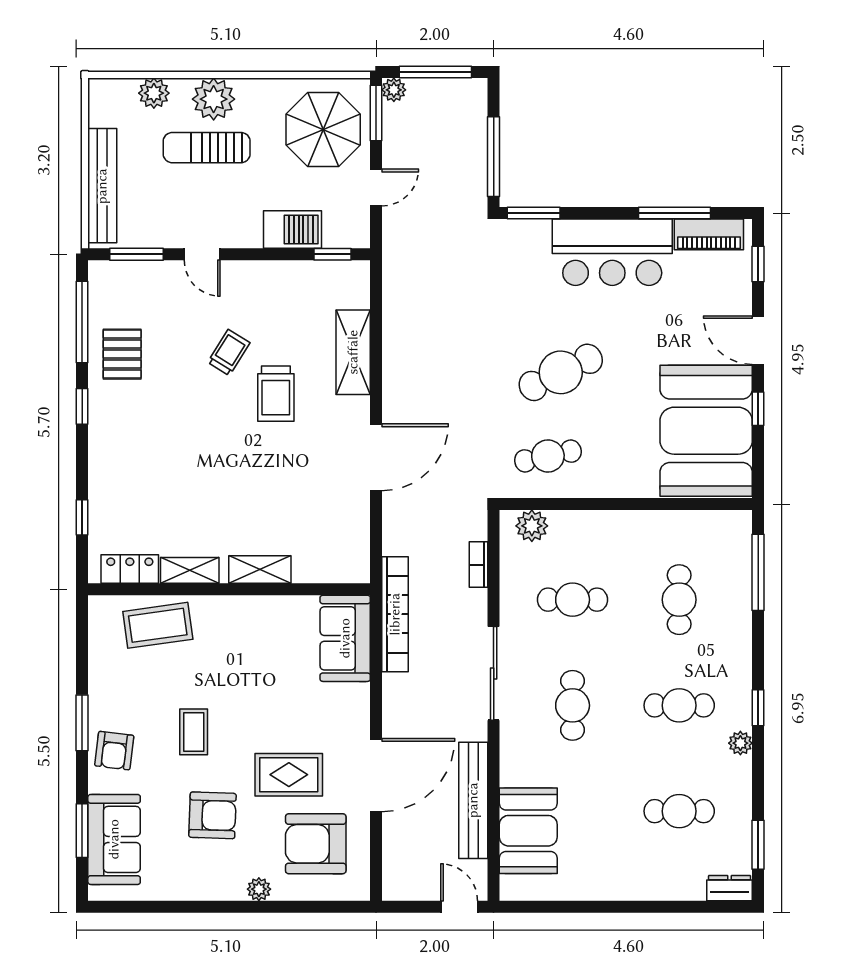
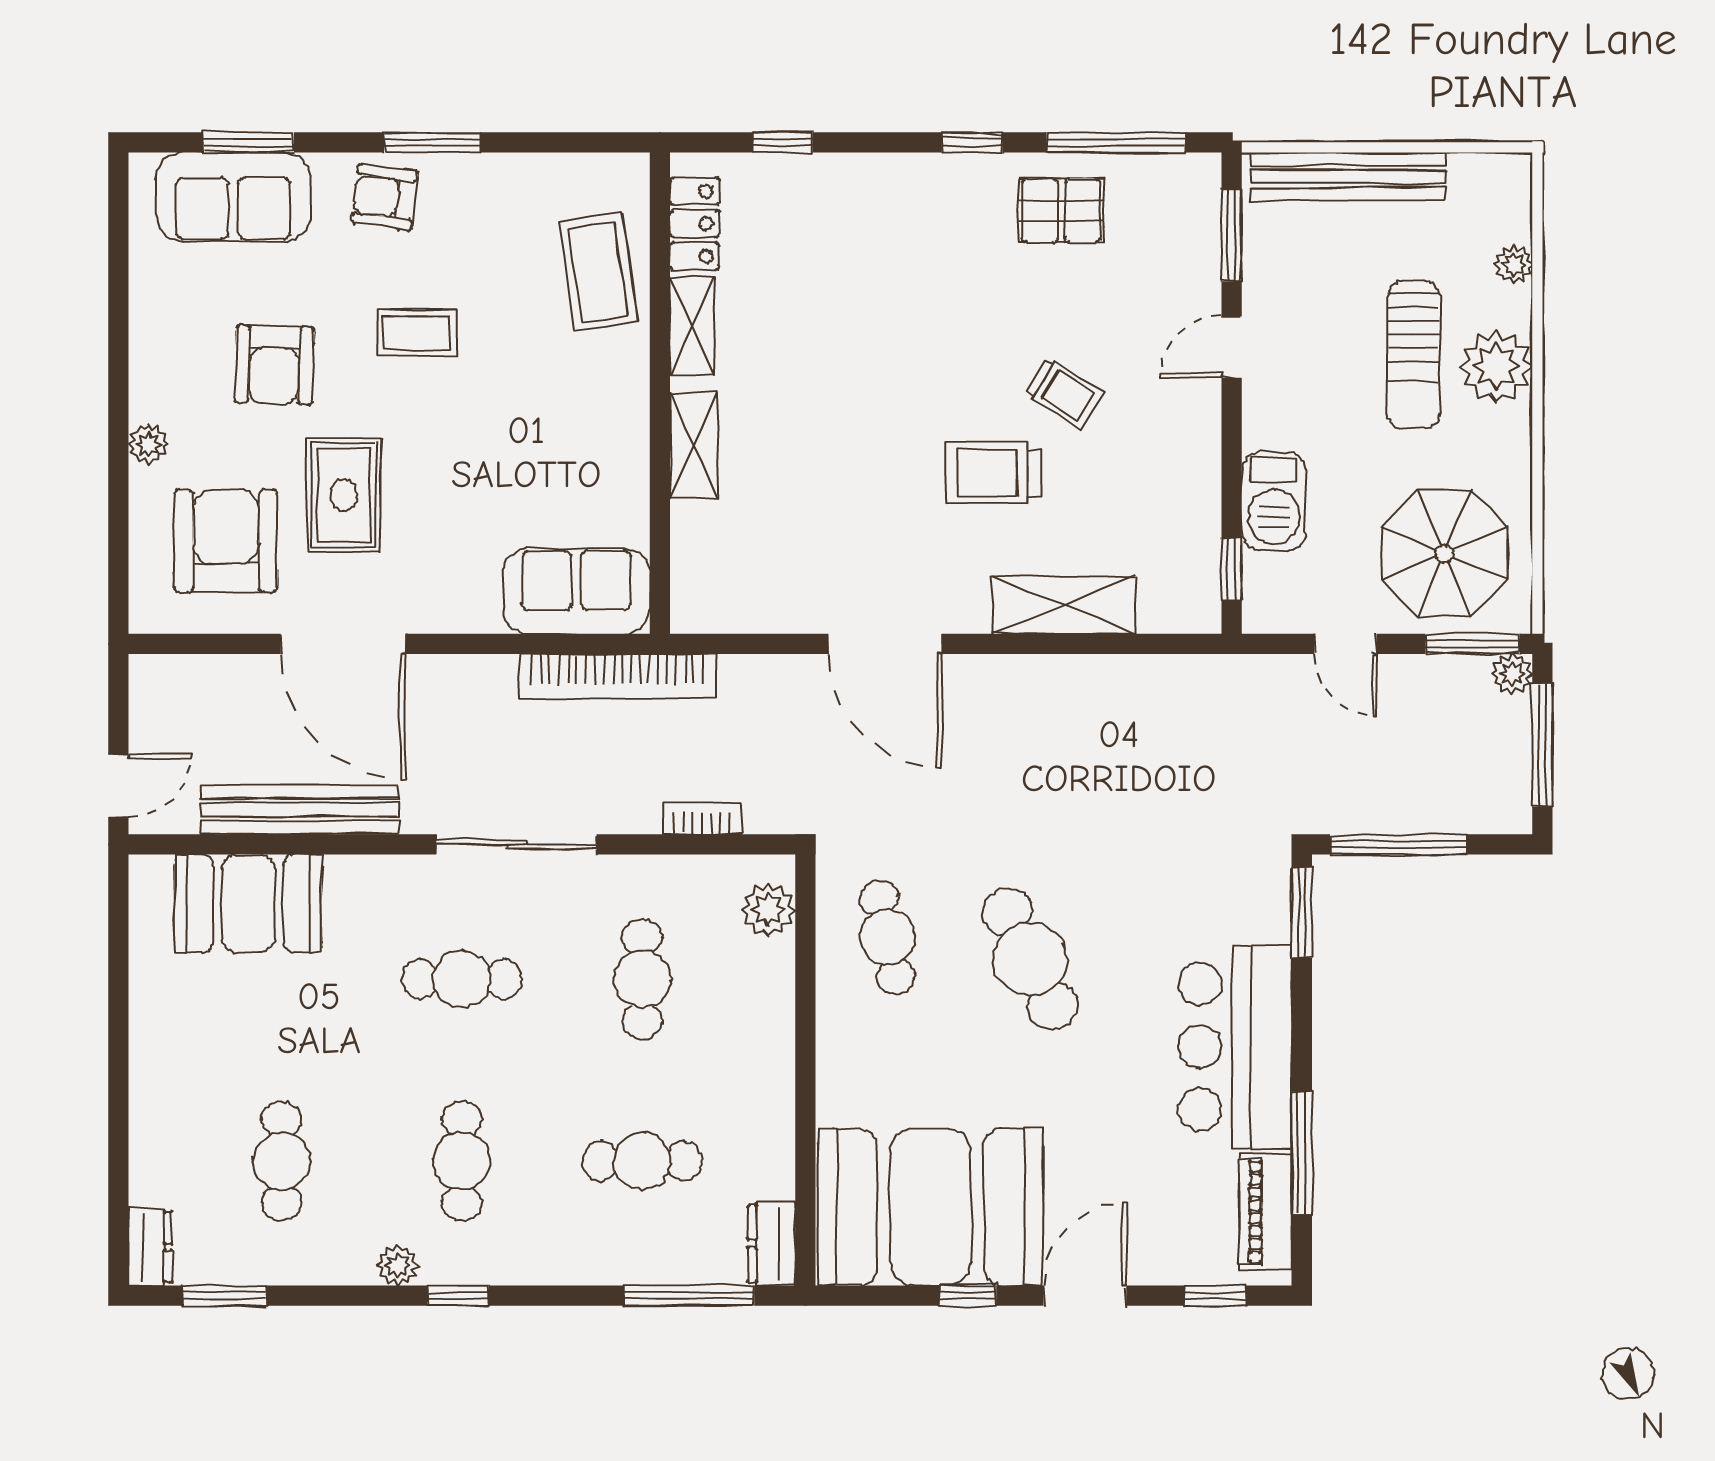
plant: (154, 93) -> (1513, 265), width x0.73, depth x0.73
sun lounger: (207, 148) -> (1413, 355), turned 180
dresser: (728, 524) -> (772, 1243), added

